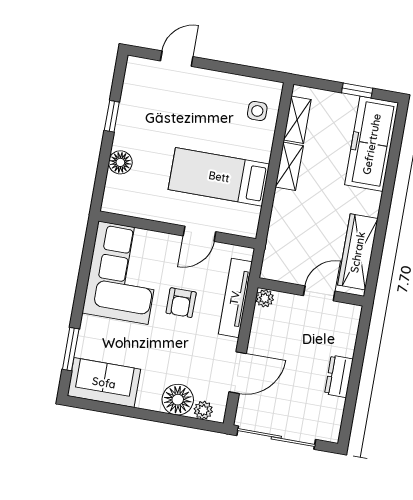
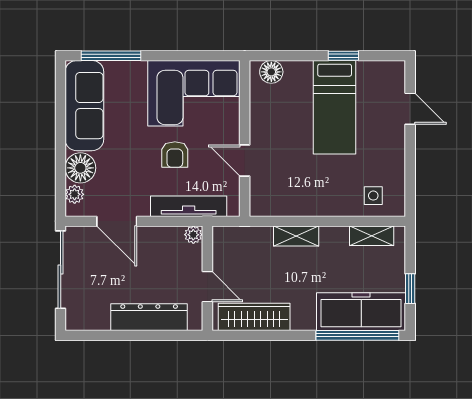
window: (395, 152) -> (357, 335), added
floor lamp: (120, 162) -> (271, 72), moved
shelving: (289, 166) -> (296, 236), moved
bed: (219, 177) -> (335, 107), moved, turned 180
armchair: (181, 303) -> (175, 155), turned -90
window: (71, 349) -> (111, 56), width x1.44
dresser: (339, 376) -> (149, 317), width x1.96, depth x1.24
sofa: (104, 383) -> (84, 106), width x1.36

